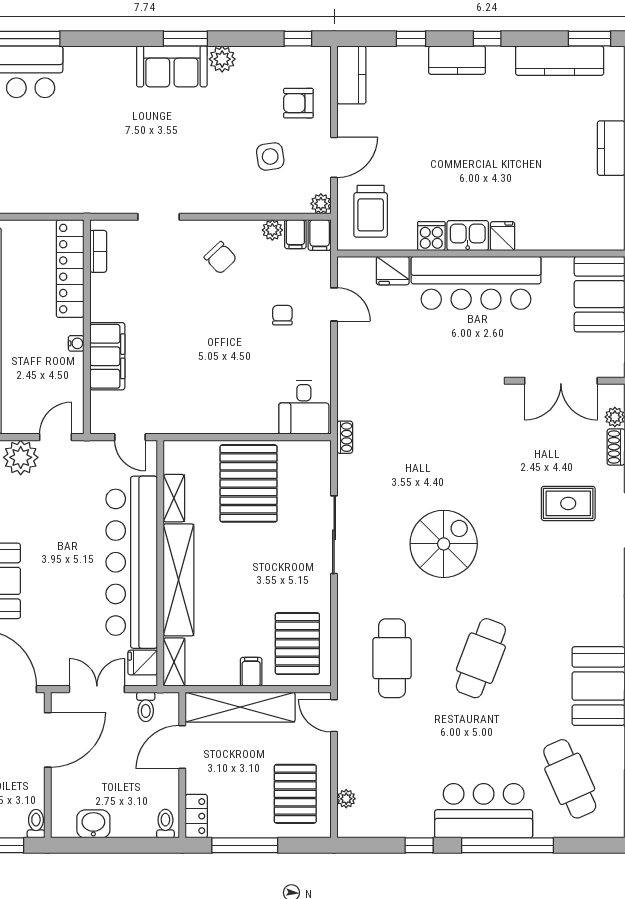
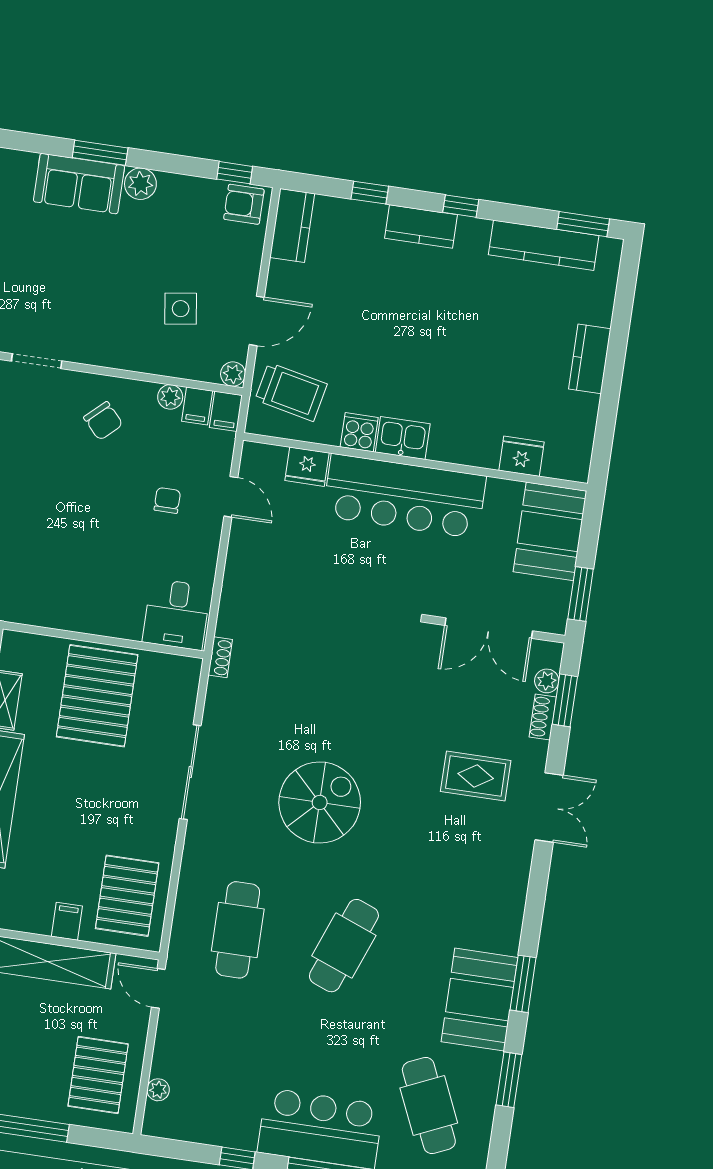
armchair: (298, 103) -> (244, 204), moved
trolley: (371, 211) -> (291, 392), turned -78
fridge: (503, 236) -> (522, 456), moved, width x1.38

